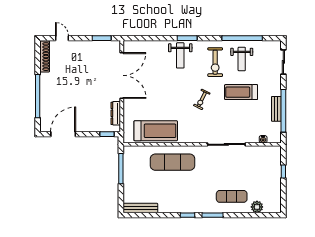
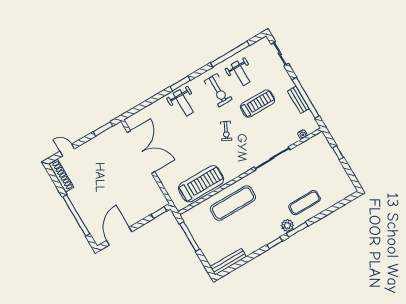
treadmill: (241, 92) -> (258, 104), turned 180
dresser: (116, 113) -> (156, 189), removed
plant: (257, 207) -> (287, 226), moved

